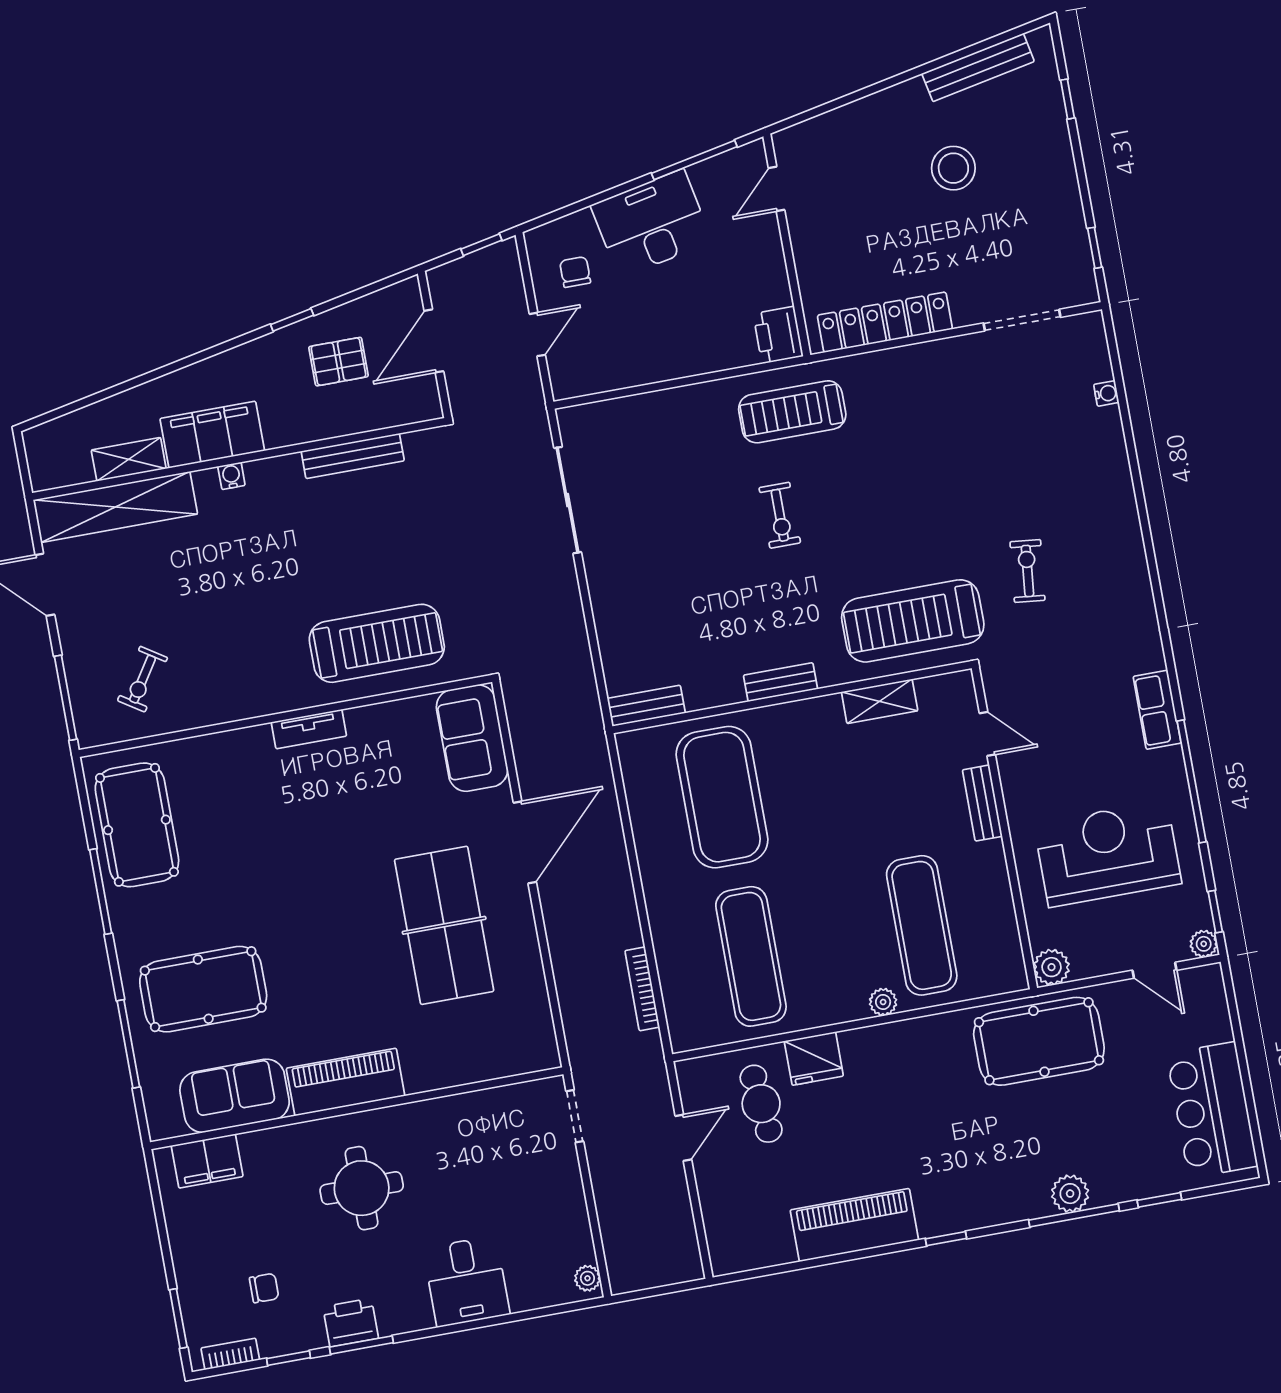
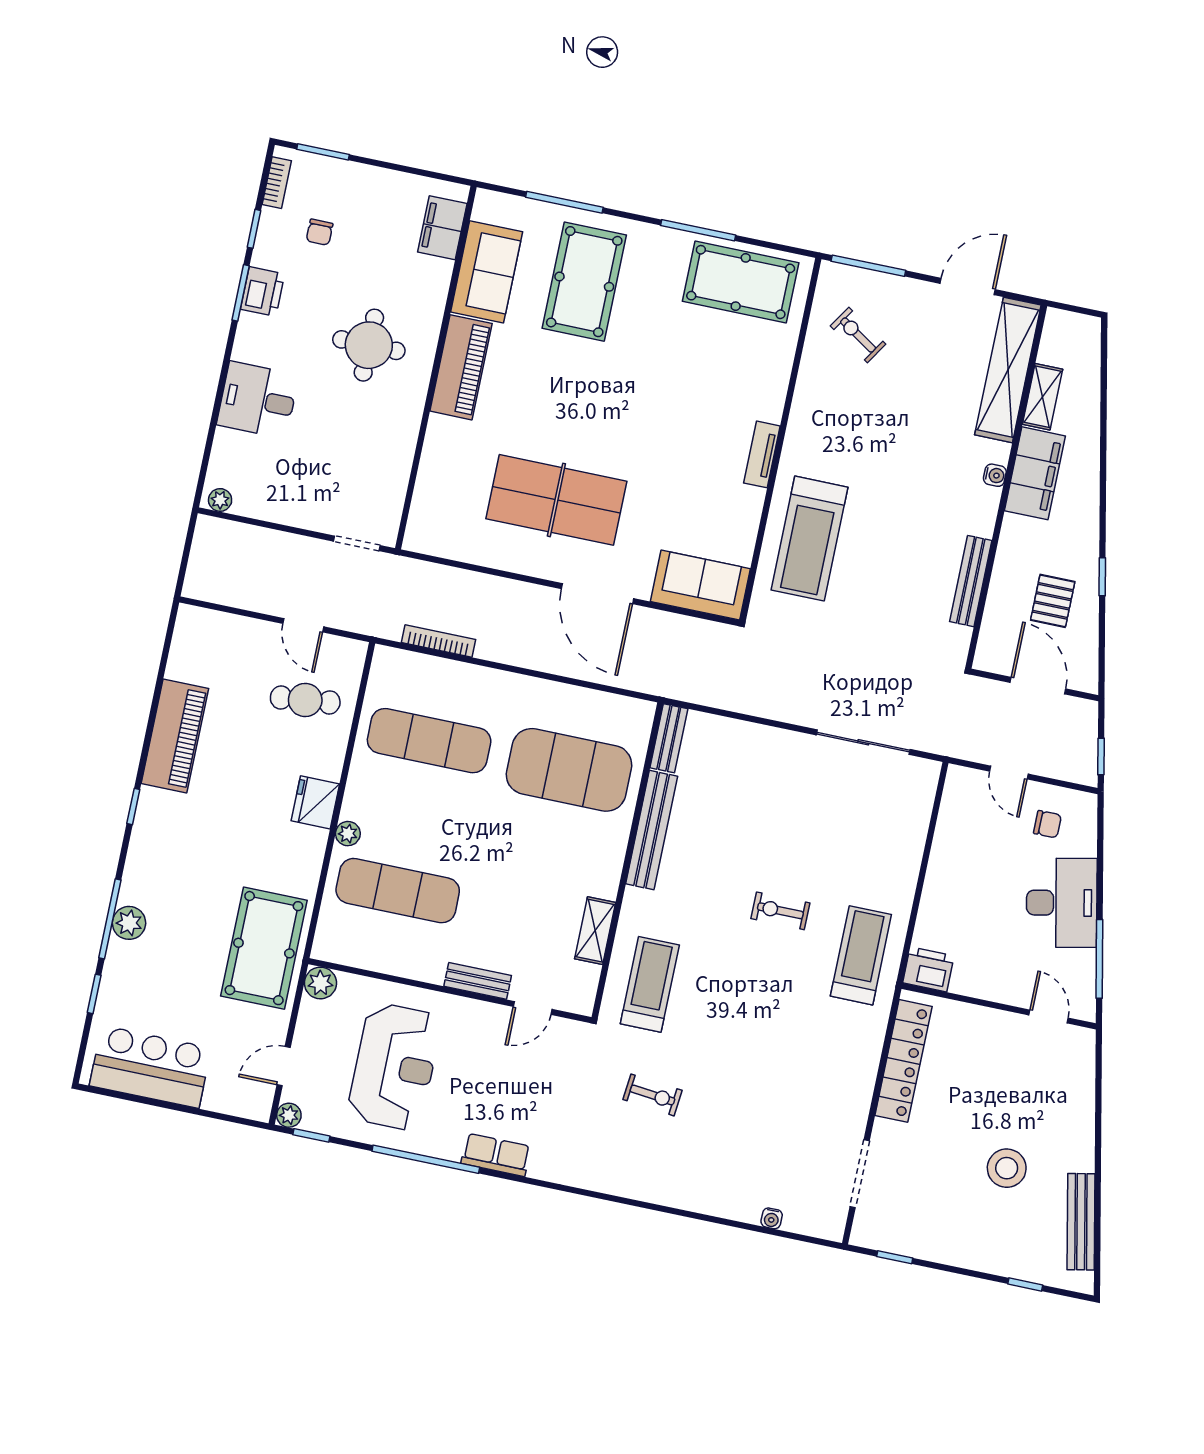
treadmill: (913, 621) -> (650, 984), width x0.73, depth x0.73
bench: (780, 682) -> (652, 830), width x1.86, depth x1.21
fridge: (814, 1059) -> (315, 802), moved

